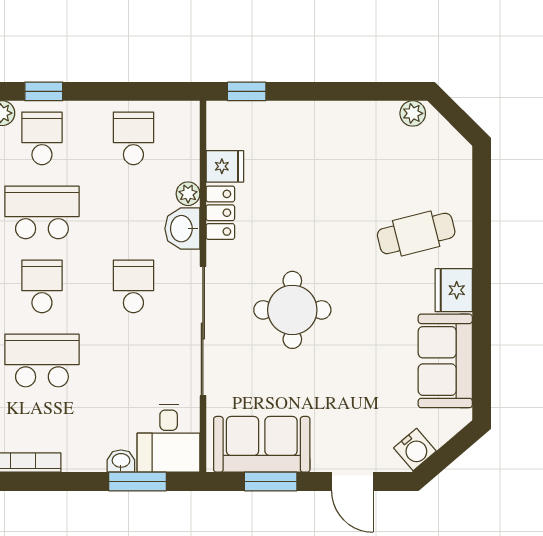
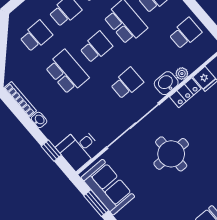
washbasin: (121, 461) -> (39, 120), moved
window: (138, 481) -> (51, 151), width x0.67

